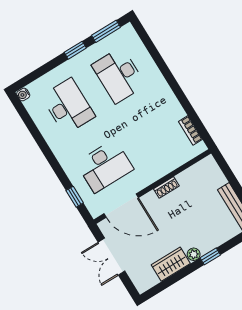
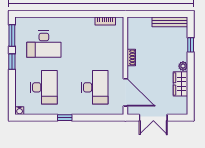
desk: (68, 106) -> (44, 87), turned 90
window: (75, 197) -> (65, 118), moved
door: (121, 206) -> (125, 92), hinge flipped
window: (210, 256) -> (191, 45), moved

